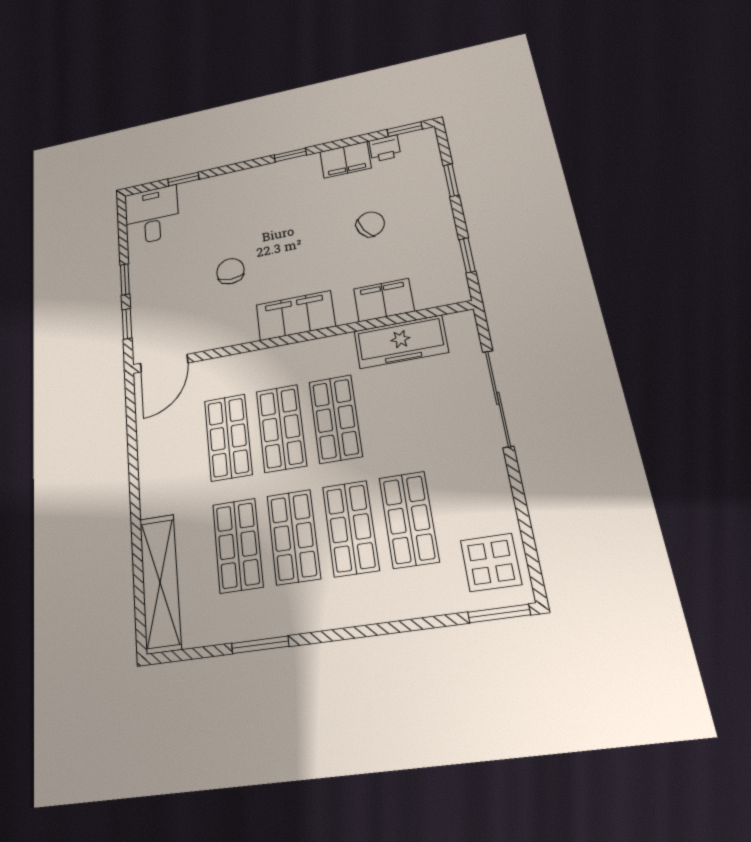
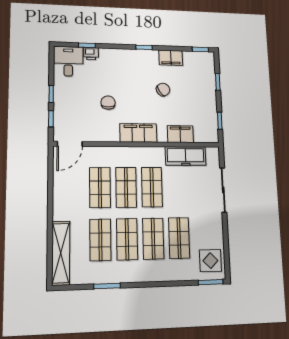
printer: (385, 148) -> (91, 54), moved
chair: (370, 224) -> (163, 90), moved

